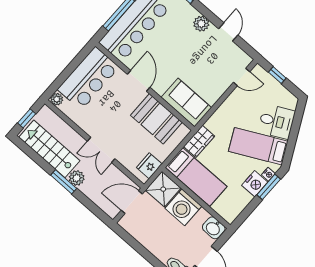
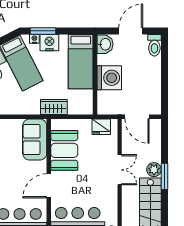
bed: (196, 177) -> (81, 62), moved, turned 180
shower: (163, 189) -> (109, 103), removed

